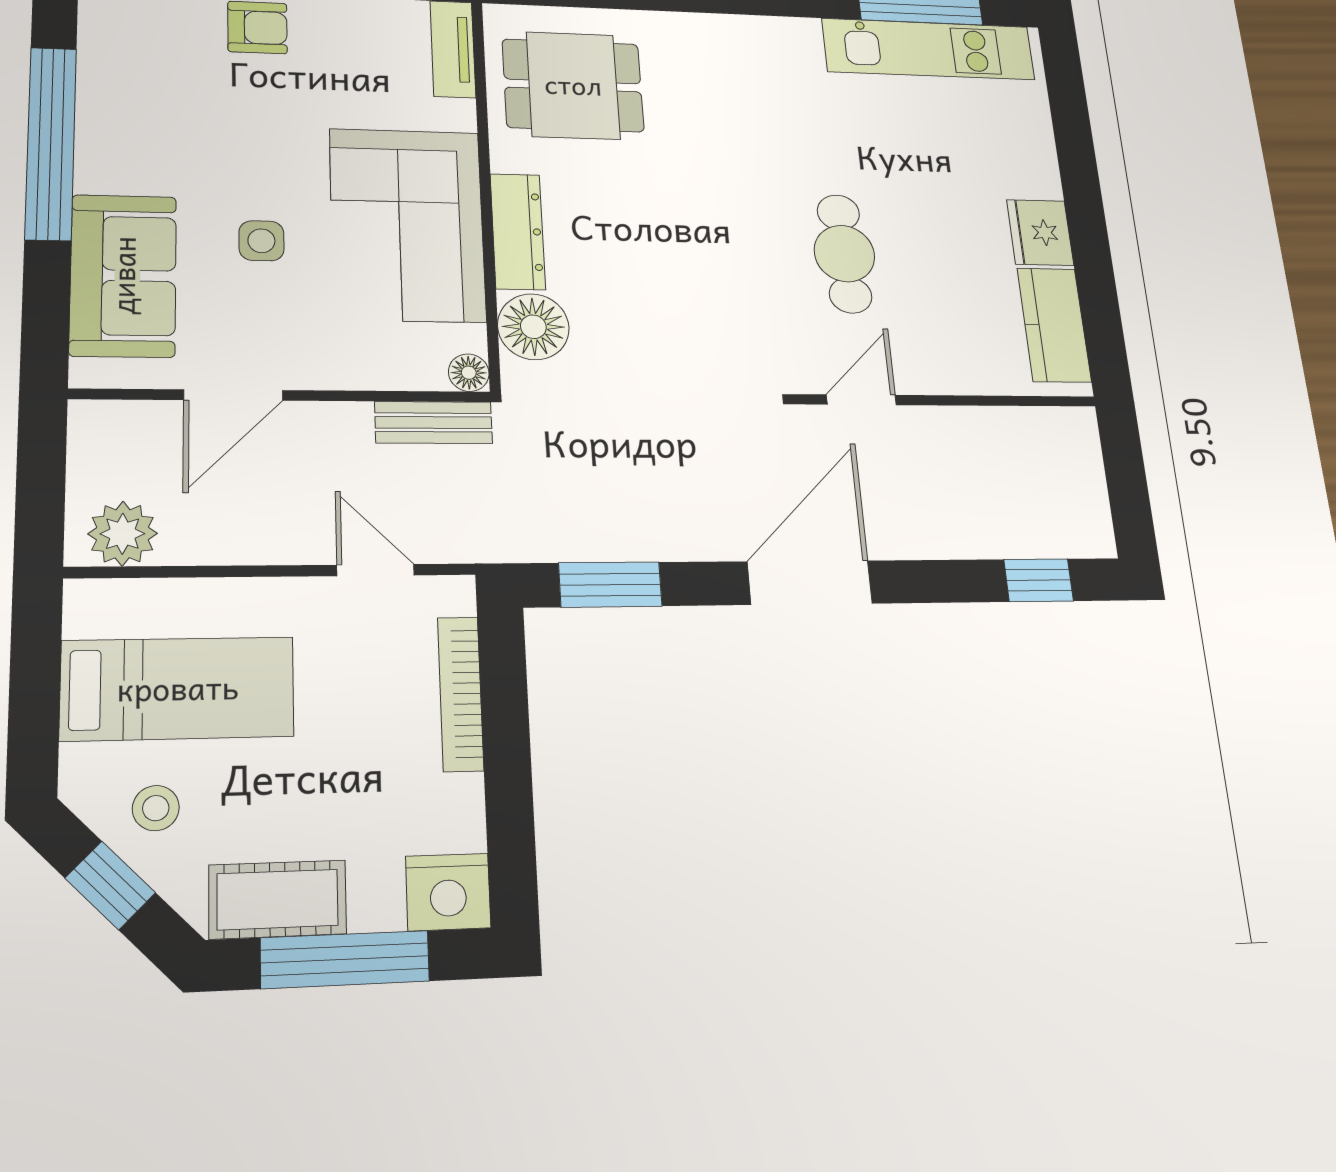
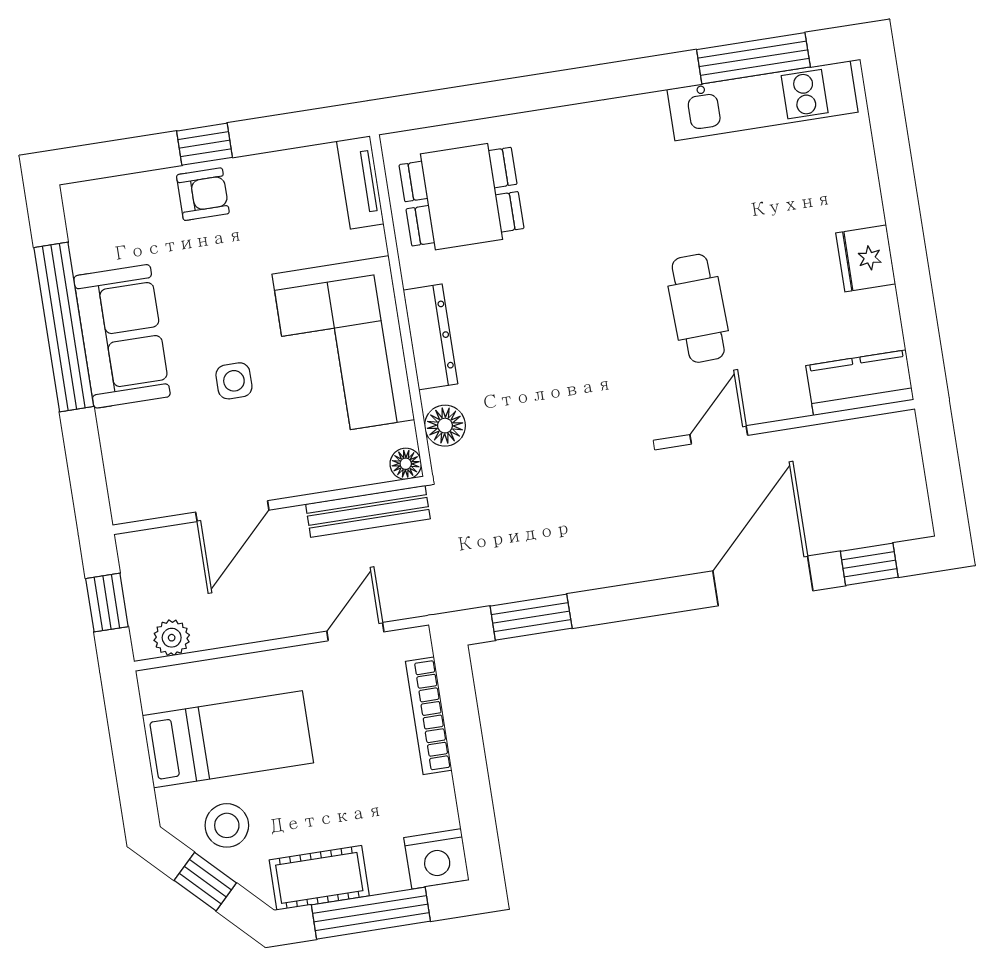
sofa: (123, 275) -> (122, 336), moved
kitchen counter: (1054, 325) -> (860, 383), moved, turned 90
floor lamp: (533, 327) -> (445, 426), width x0.73, depth x0.73
bench: (434, 422) -> (368, 511), width x1.36
window: (41, 484) -> (107, 603), added
plant: (123, 534) -> (172, 638), width x0.73, depth x0.73
door: (375, 570) -> (355, 632), hinge flipped
door: (810, 583) -> (763, 581), moved
stool: (156, 808) -> (227, 825), width x1.37, depth x1.37

